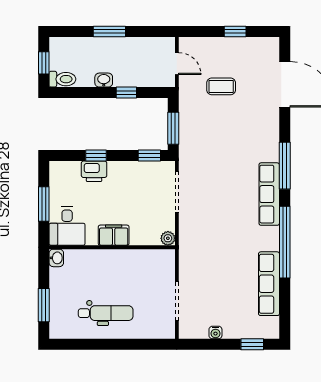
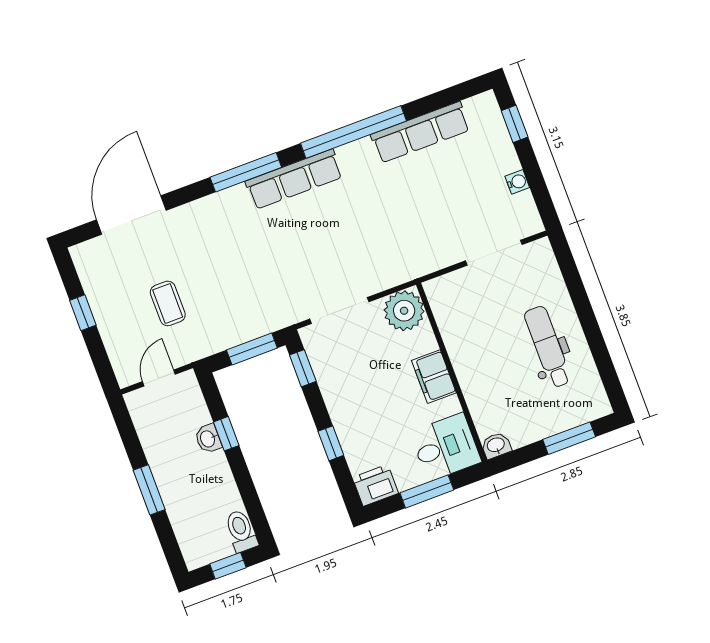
washbasin: (104, 80) -> (208, 439), moved
printer: (94, 171) -> (375, 485), moved, turned -90
plant: (168, 238) -> (404, 311), width x1.88, depth x1.88

